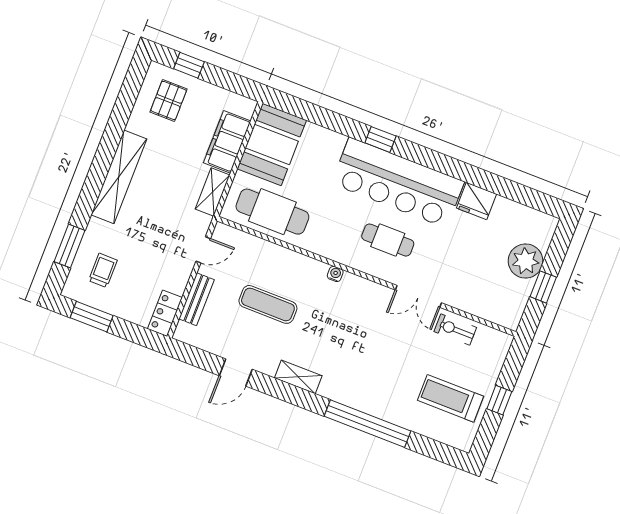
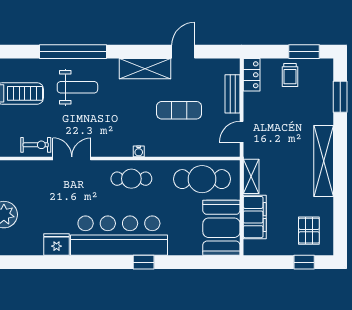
cafe table: (388, 240) -> (131, 179), moved
trolley: (103, 270) -> (290, 75), moved
shelving: (298, 377) -> (145, 69), width x1.50, depth x1.33
weight bench: (379, 379) -> (77, 87), added

